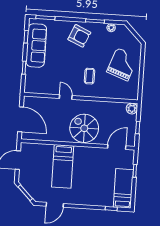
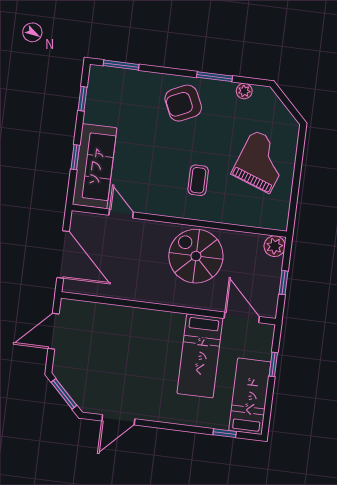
armchair: (79, 36) -> (183, 103), turned 131
sofa: (36, 45) -> (95, 166), moved
door: (66, 97) -> (121, 214), moved
spiral stairs: (84, 128) -> (196, 256), moved
door: (117, 147) -> (242, 317), hinge flipped
bed: (63, 166) -> (200, 356), moved

